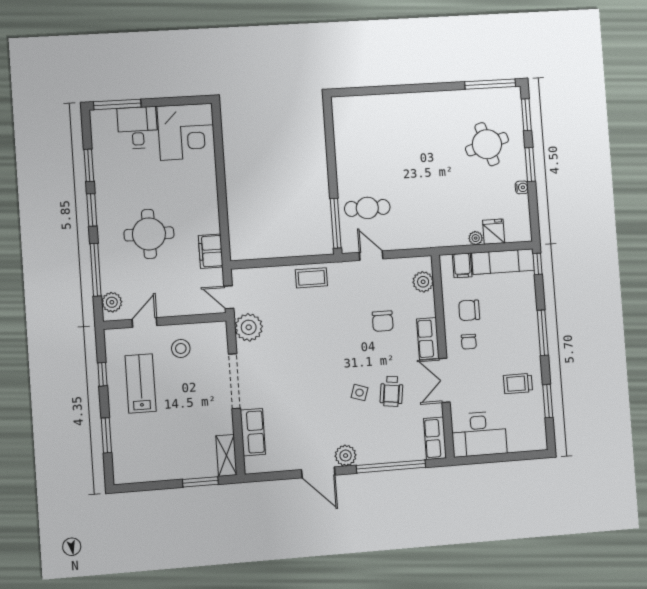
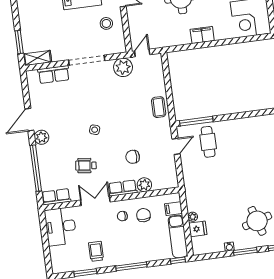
filing cabinet: (211, 251) -> (202, 35), moved
plant: (423, 282) -> (144, 185), moved
side table: (359, 393) -> (95, 130), moved

